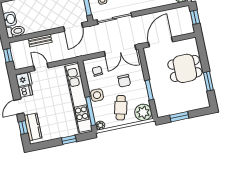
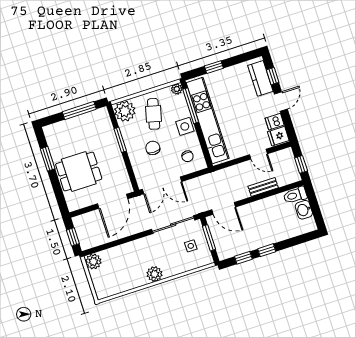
door: (73, 27) -> (224, 208), swing flipped
double door: (120, 50) -> (162, 185), swing flipped
window: (179, 117) -> (79, 111), width x1.44

